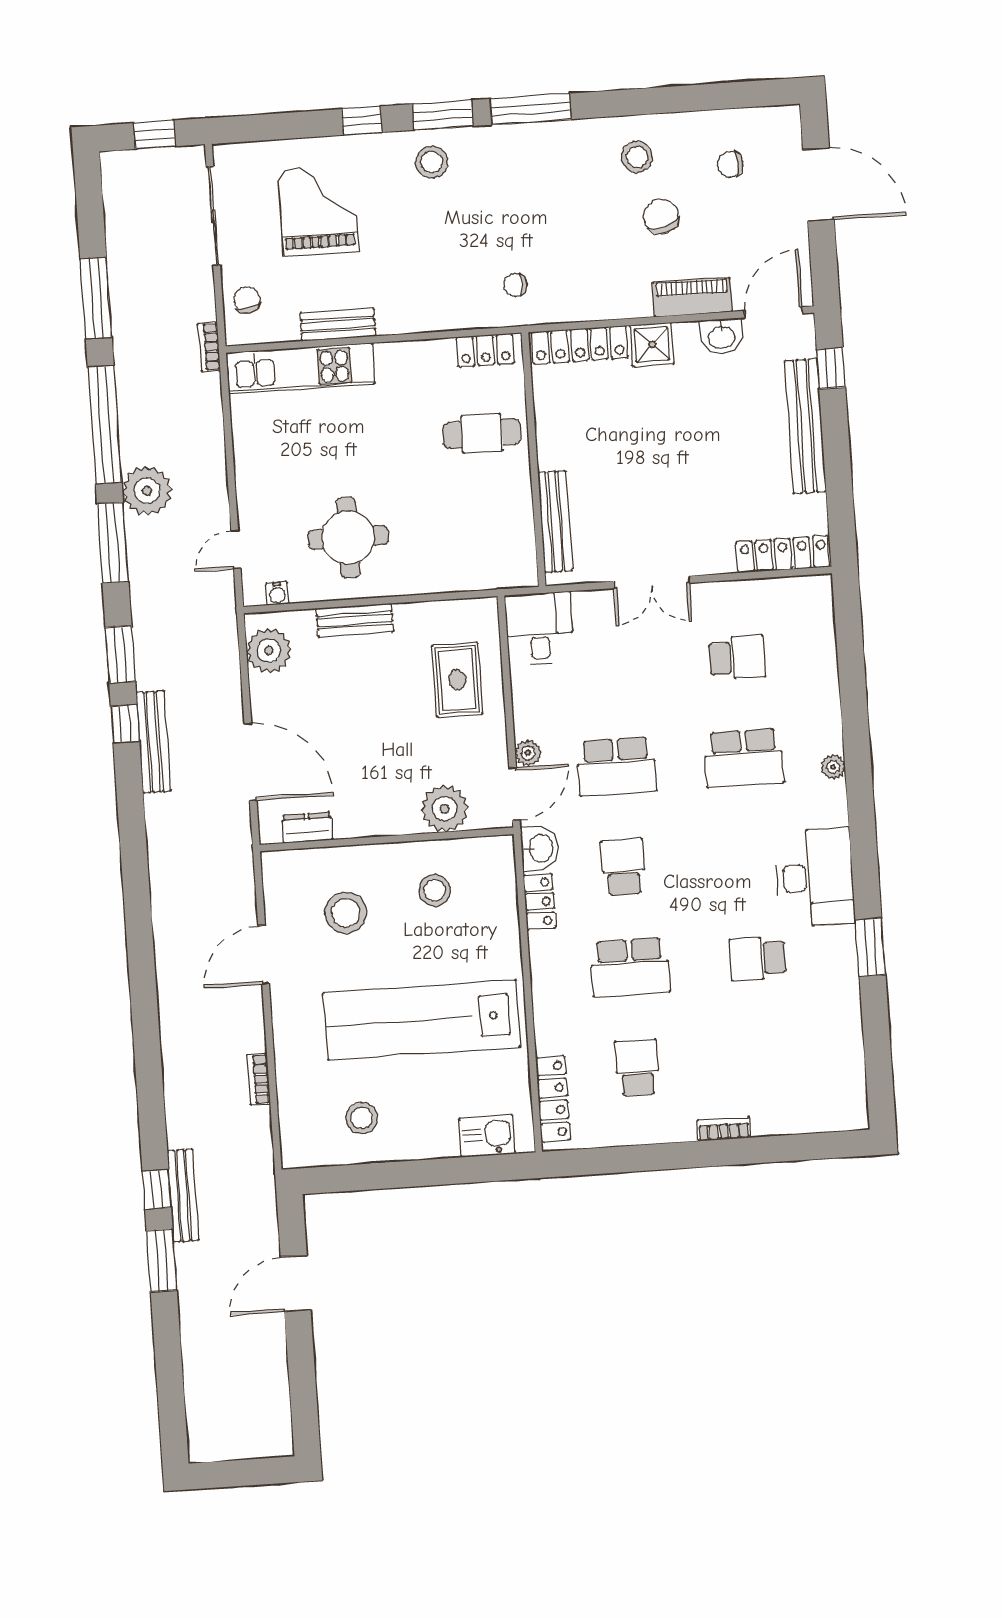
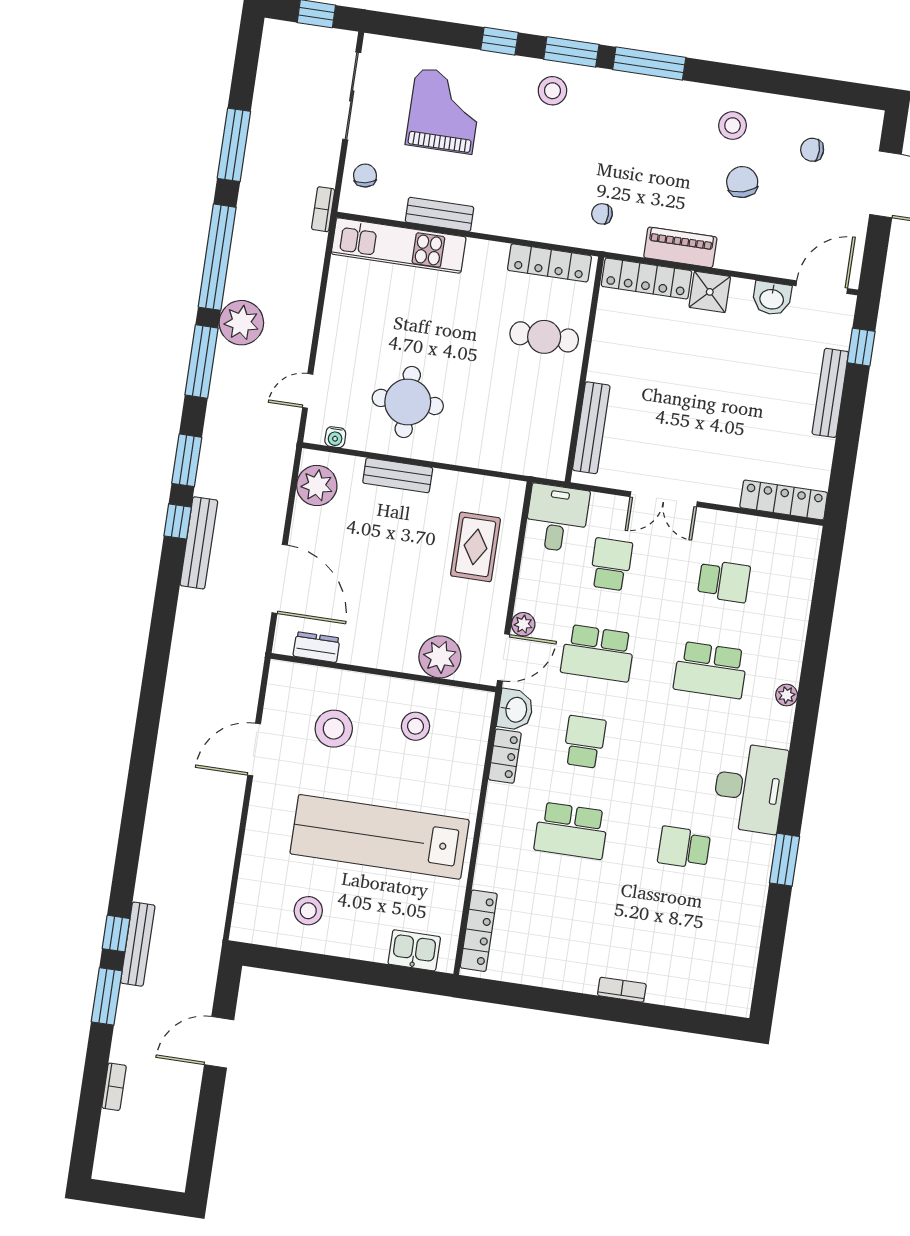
piano: (692, 297) -> (680, 247), moved
locker: (485, 350) -> (549, 263), width x1.53
bench: (805, 426) -> (830, 393), width x0.73, depth x0.82
school desk: (637, 1068) -> (611, 564), moved
bookcase: (259, 1079) -> (114, 1087), moved, turned 180

